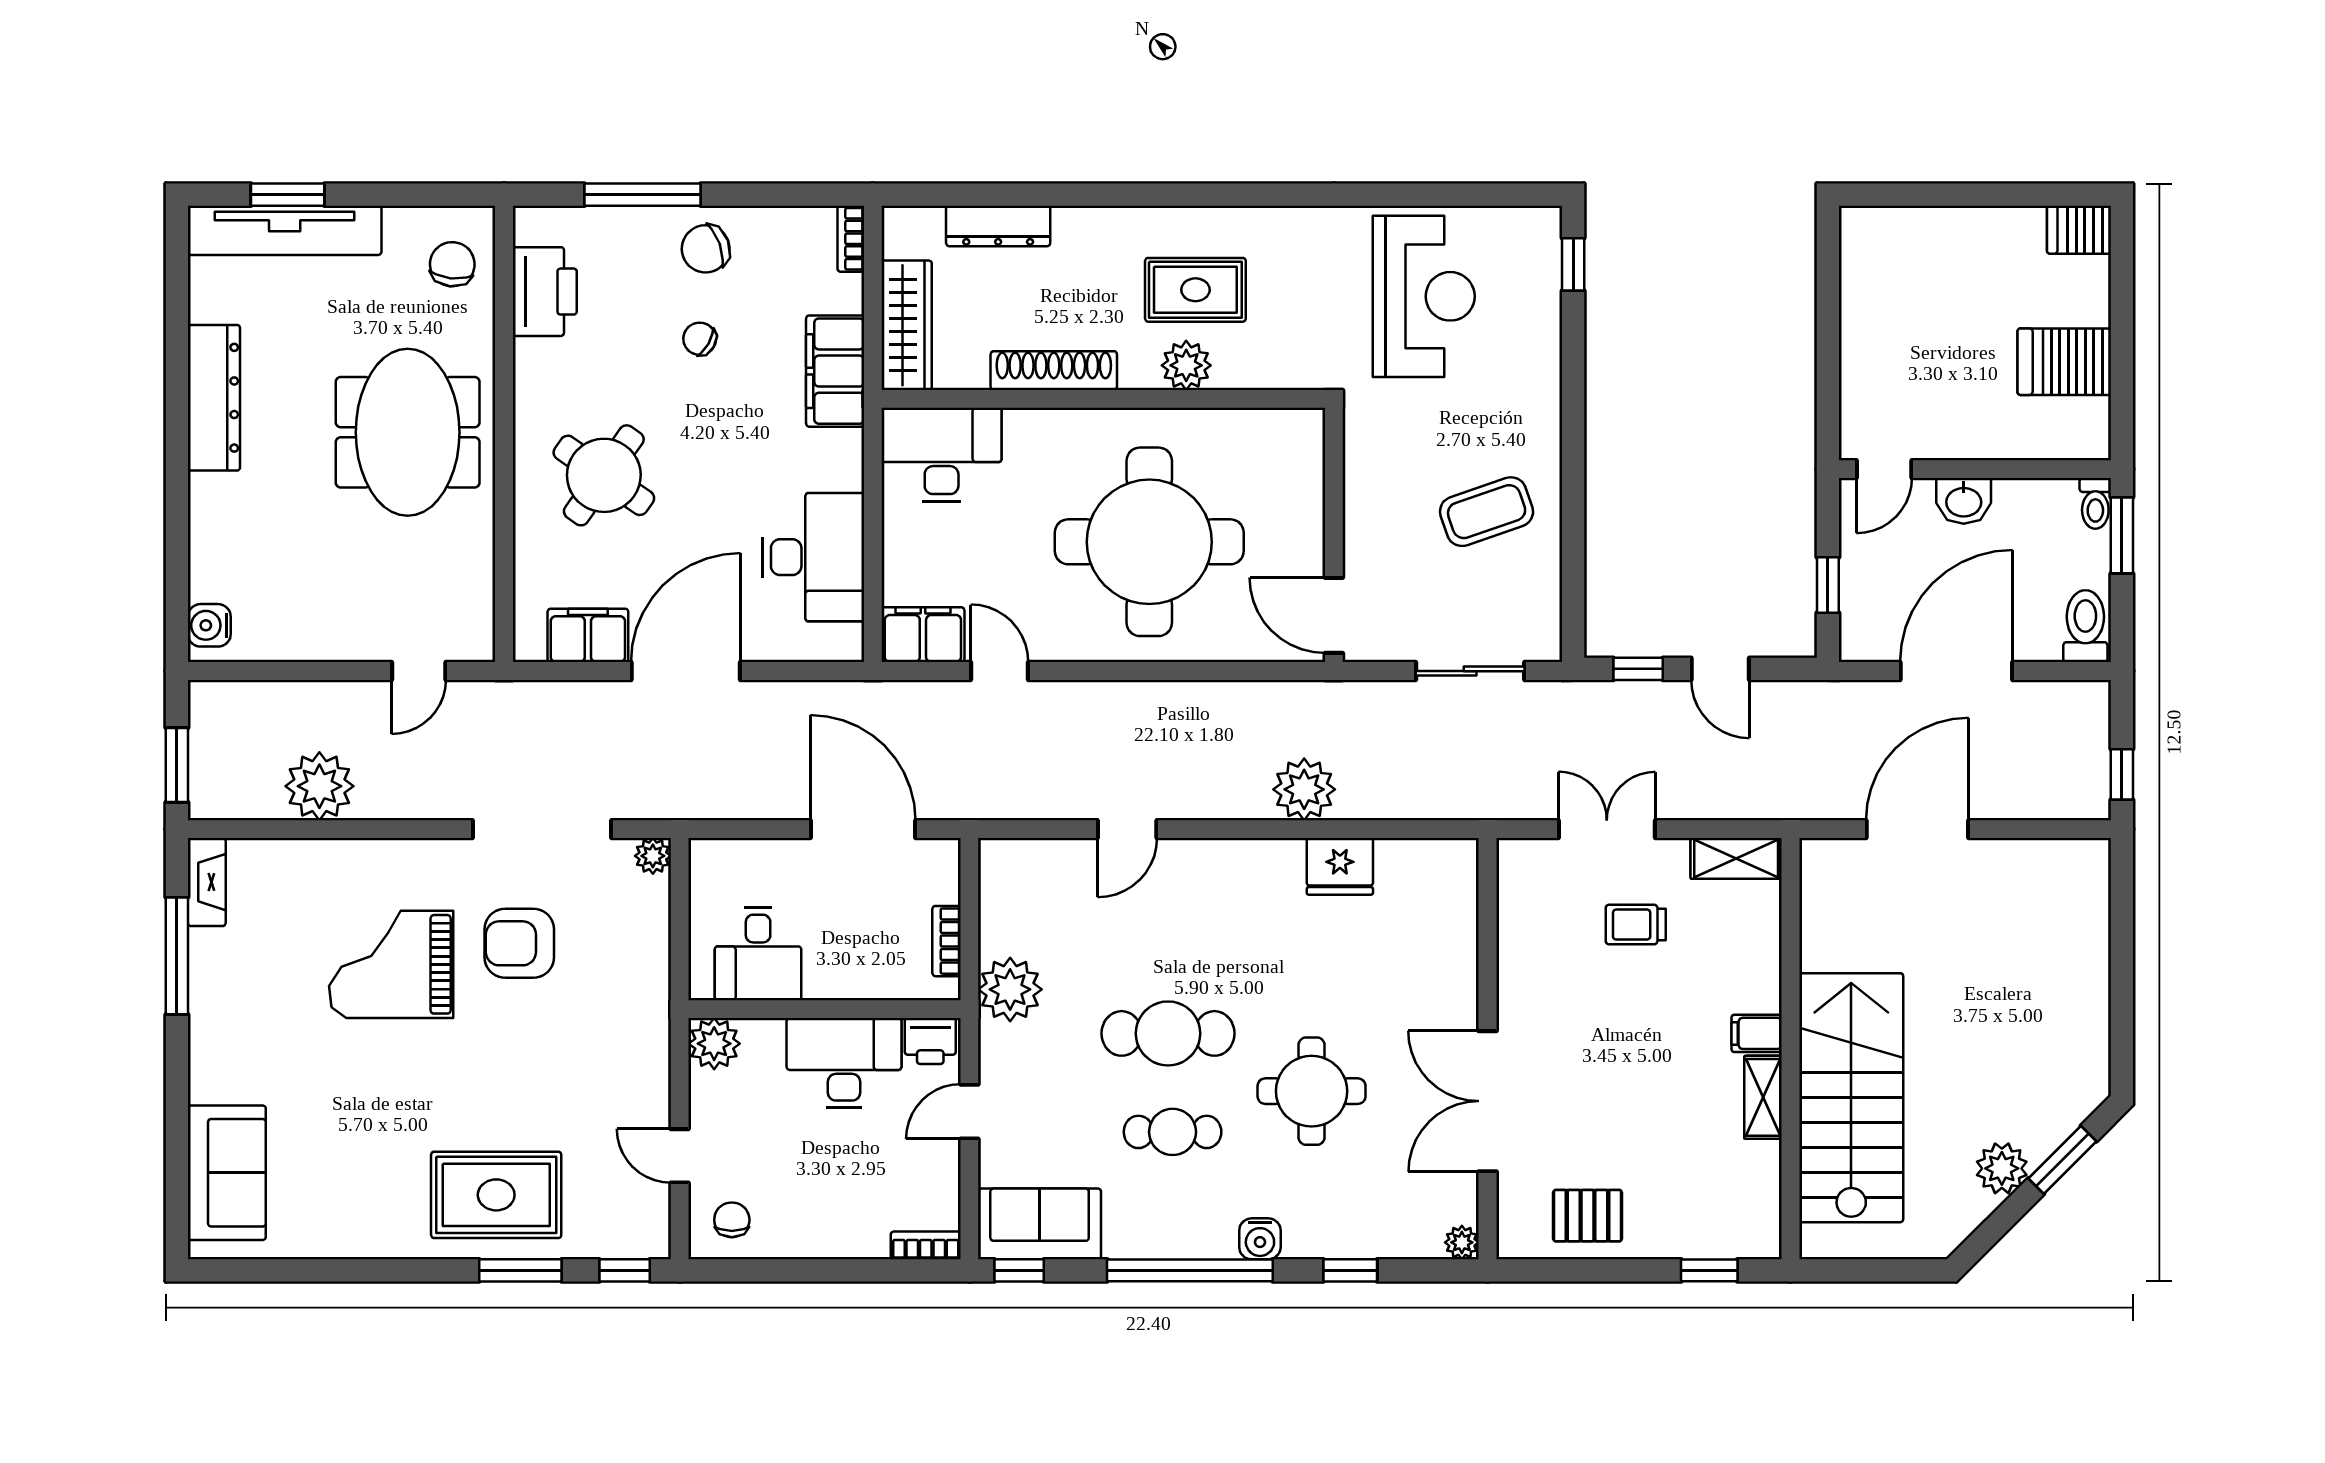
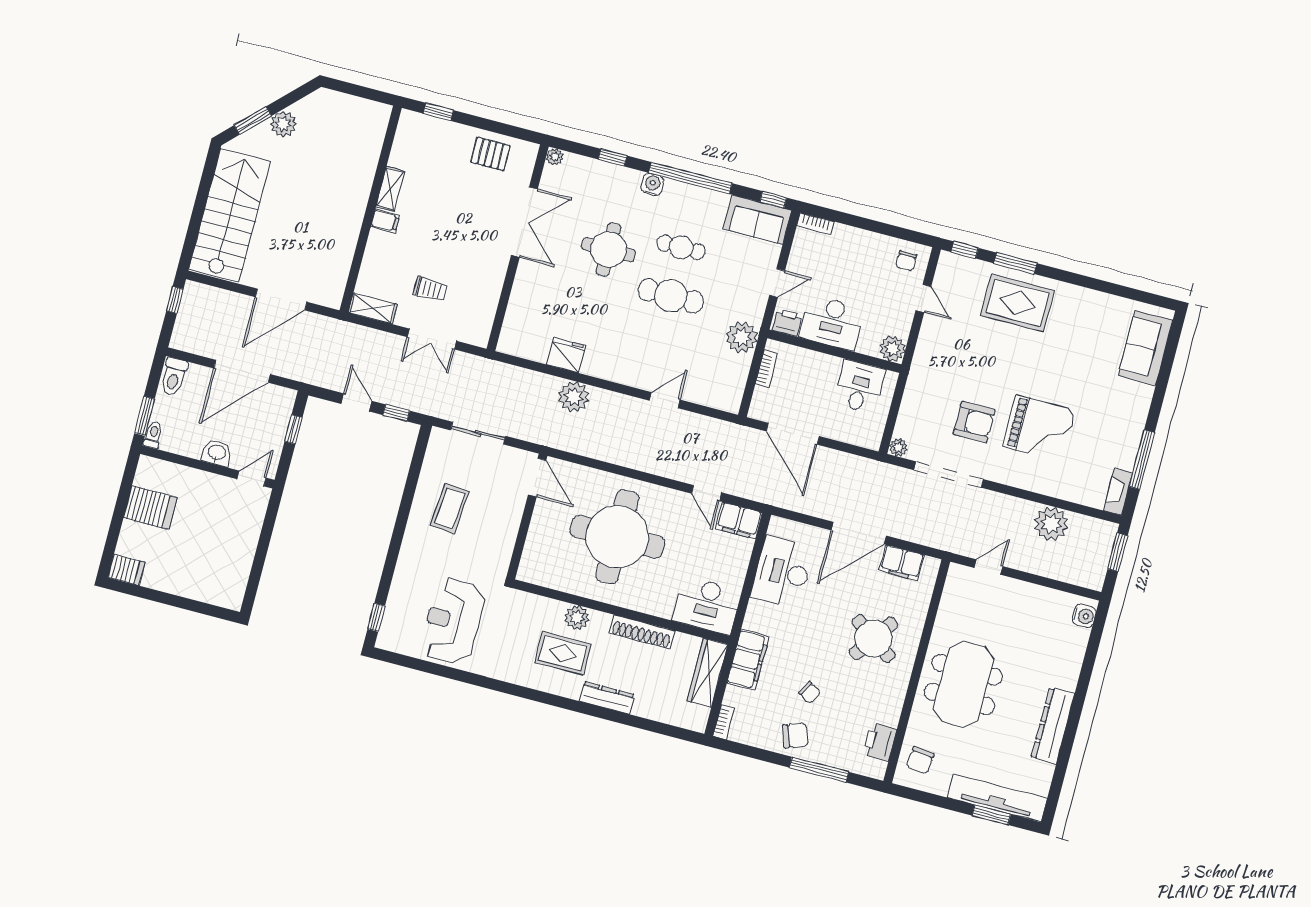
dresser: (998, 226) -> (607, 698), moved
printer: (545, 292) -> (880, 742), width x0.73, depth x0.84
coffee table: (1487, 512) -> (450, 508), turned -66
stairs: (1851, 1098) -> (230, 215), moved, turned 180

